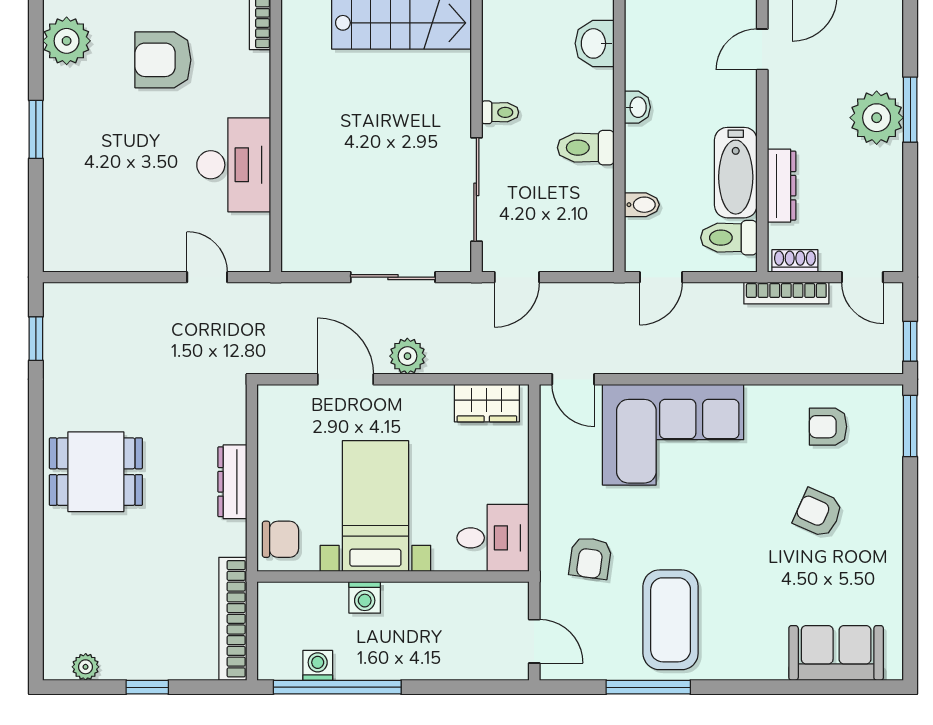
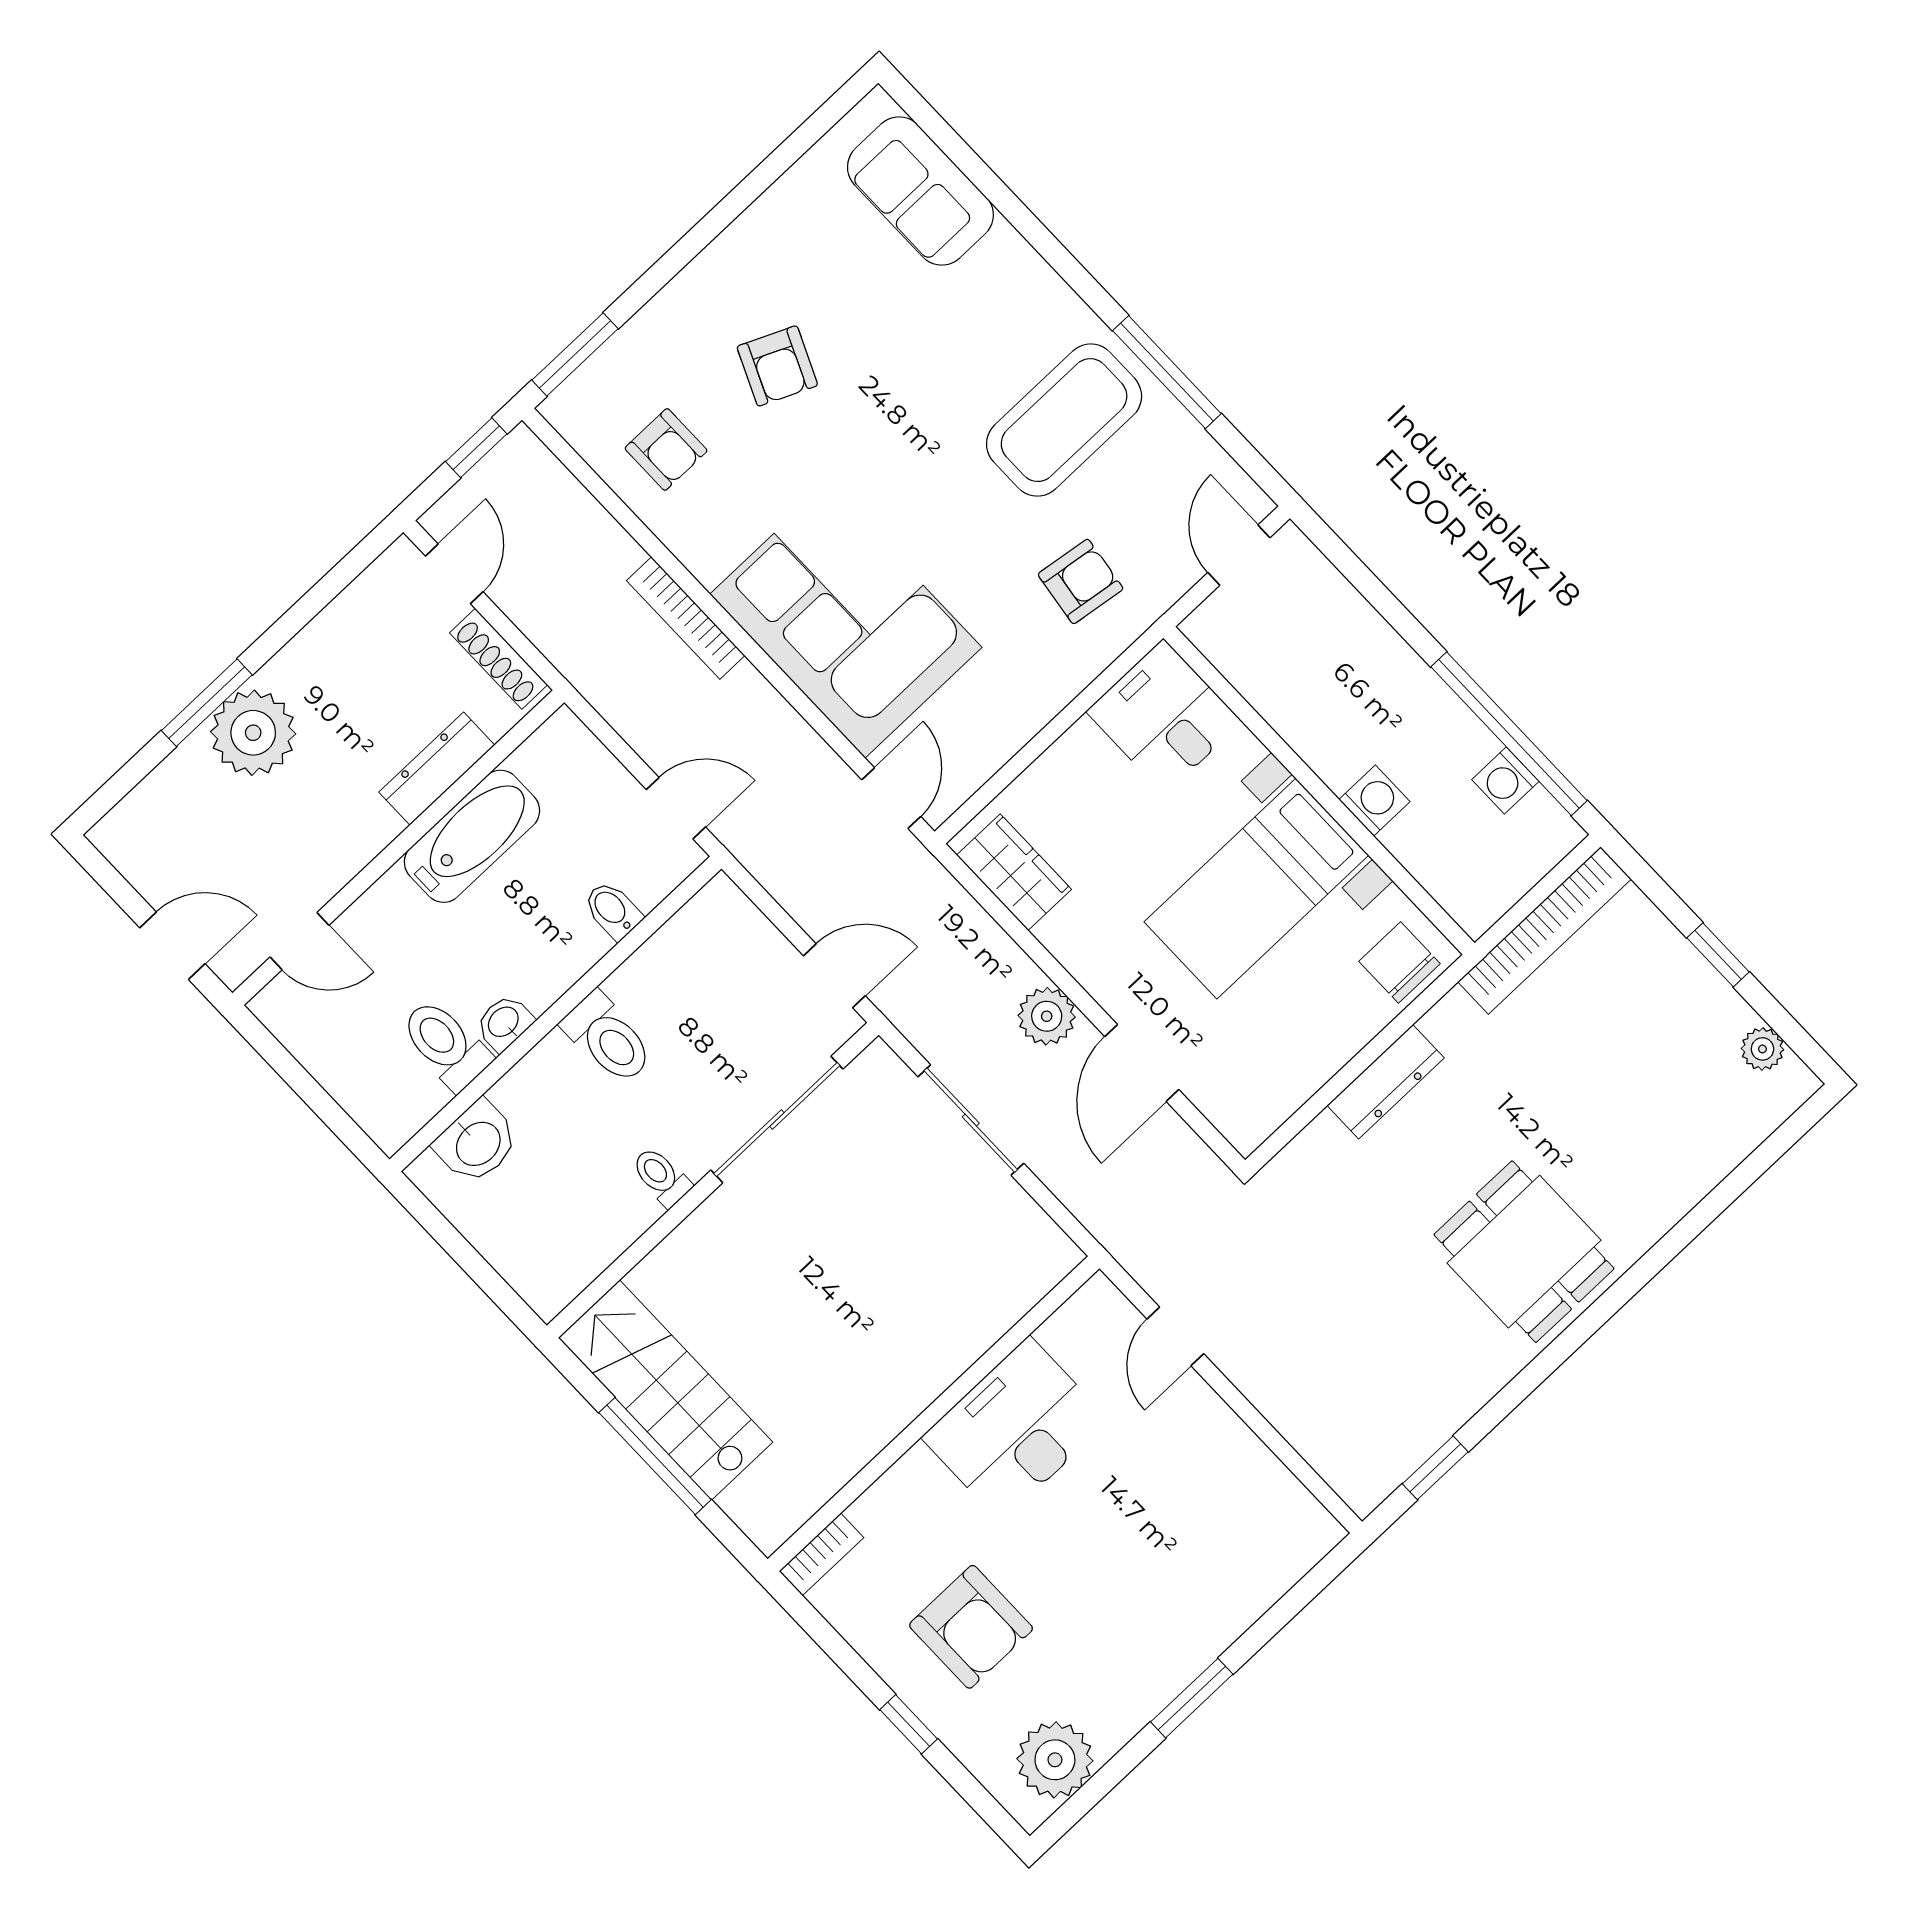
toilet: (729, 238) -> (446, 1044), moved, turned 180
shoe rack: (795, 261) -> (499, 659), width x1.43
bookcase: (786, 293) -> (686, 618), moved, turned 180

